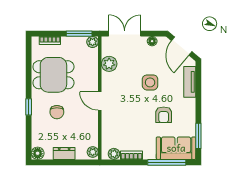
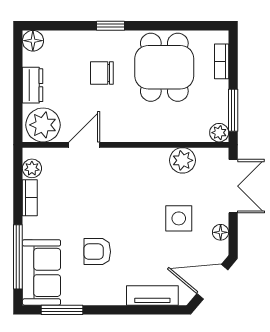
side table: (150, 82) -> (179, 218), moved
door: (100, 101) -> (84, 145), moved
plant: (93, 152) -> (43, 125), width x1.88, depth x1.88

